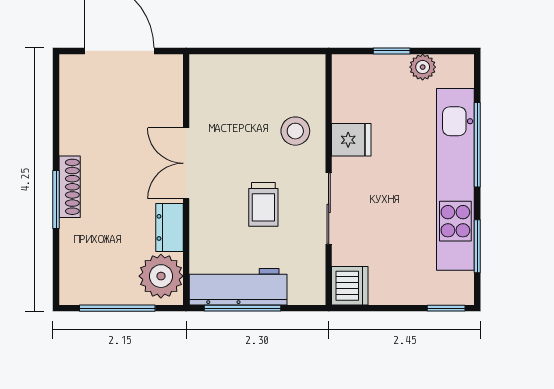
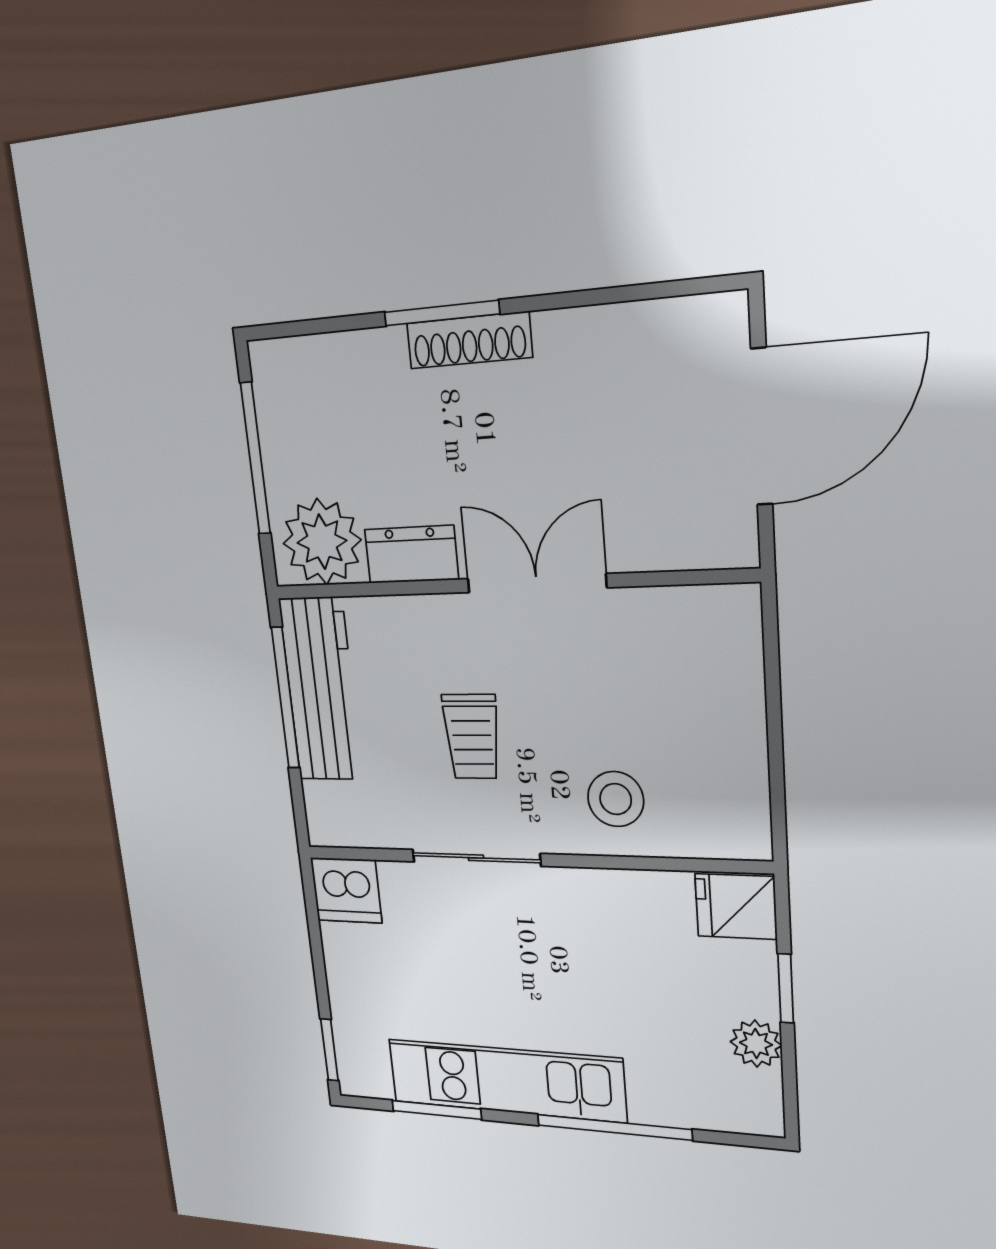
fridge: (351, 140) -> (736, 907), moved, turned 90
kitchen unit: (455, 179) -> (506, 1080), width x0.73
trolley: (263, 204) -> (472, 737), turned -90

